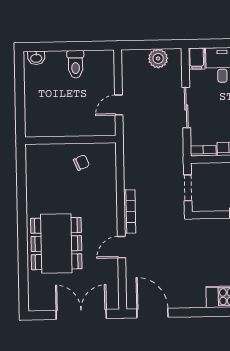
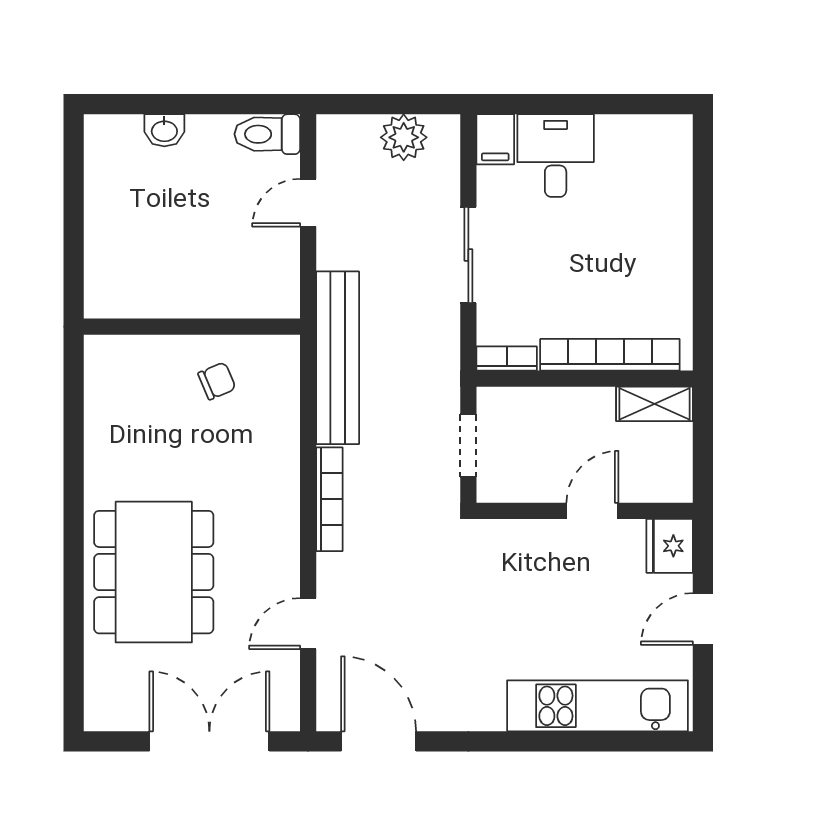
washbasin: (36, 58) -> (164, 130), moved
toilet: (76, 64) -> (267, 134), moved, turned 90
door: (119, 105) -> (308, 203), moved
bench: (132, 152) -> (338, 358), added
door: (121, 247) -> (308, 624), moved

